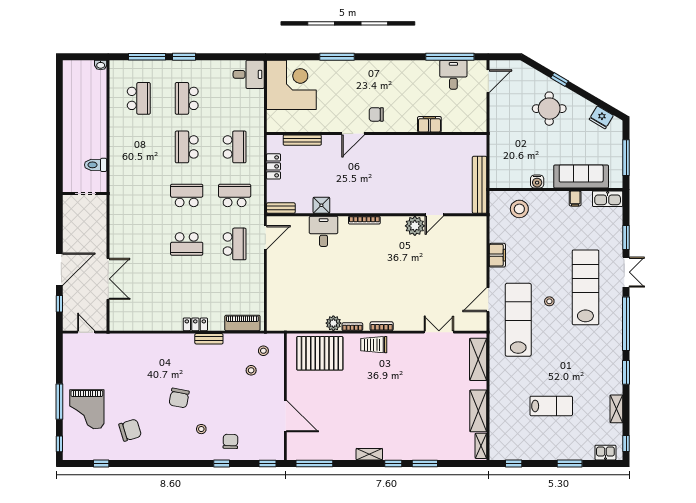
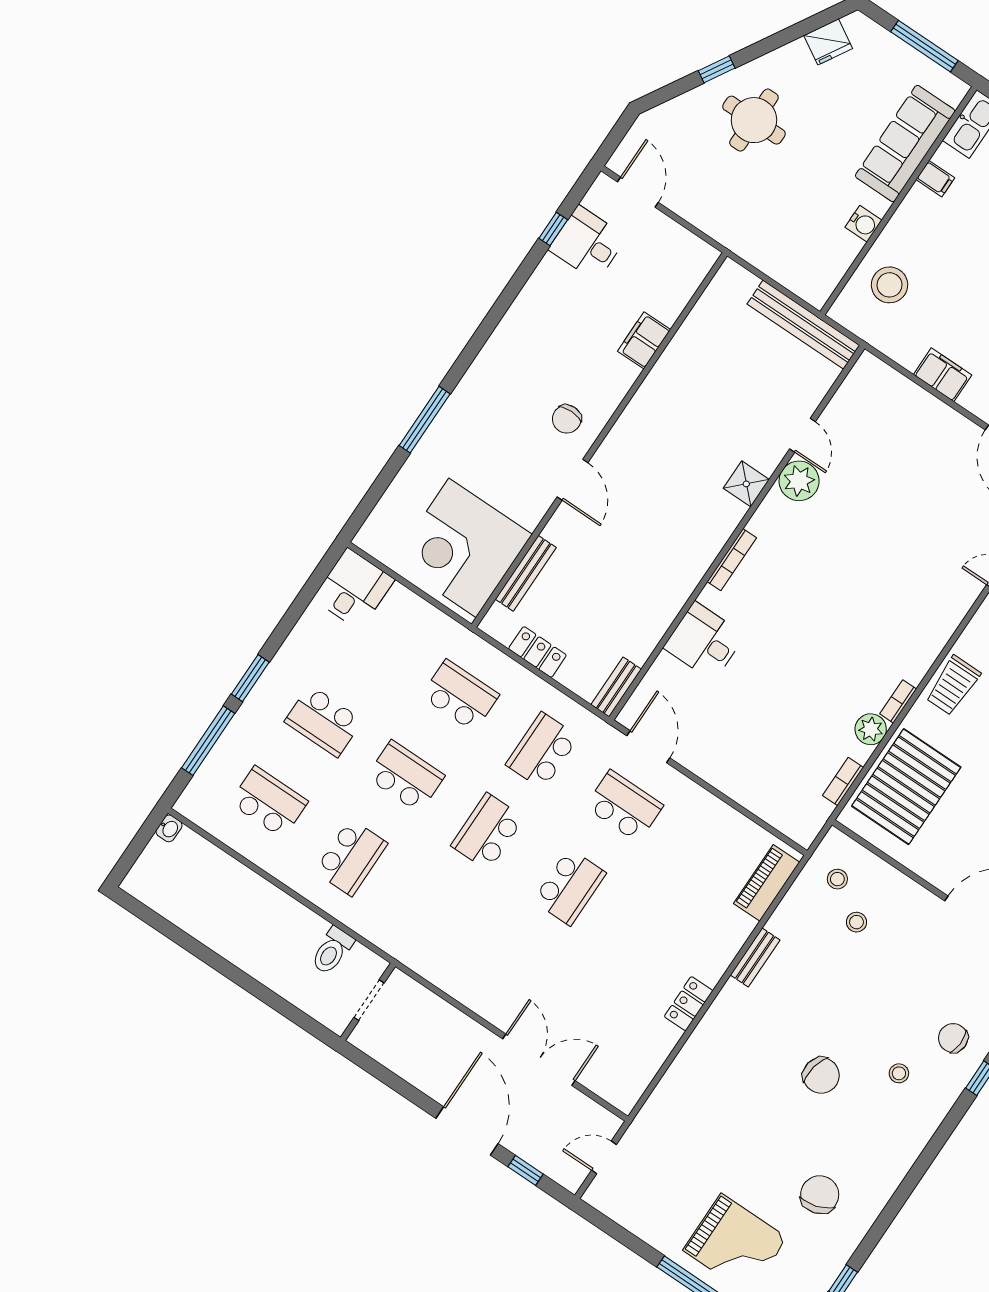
window: (450, 57) -> (553, 229), width x0.32
corner desk: (291, 85) -> (463, 548), moved, turned -90
school desk: (139, 147) -> (351, 857), added
school desk: (187, 147) -> (406, 776), turned 180
shower: (321, 205) -> (746, 484), moved
locker: (195, 324) -> (689, 1004), moved
bookcase: (382, 326) -> (843, 781), moved

